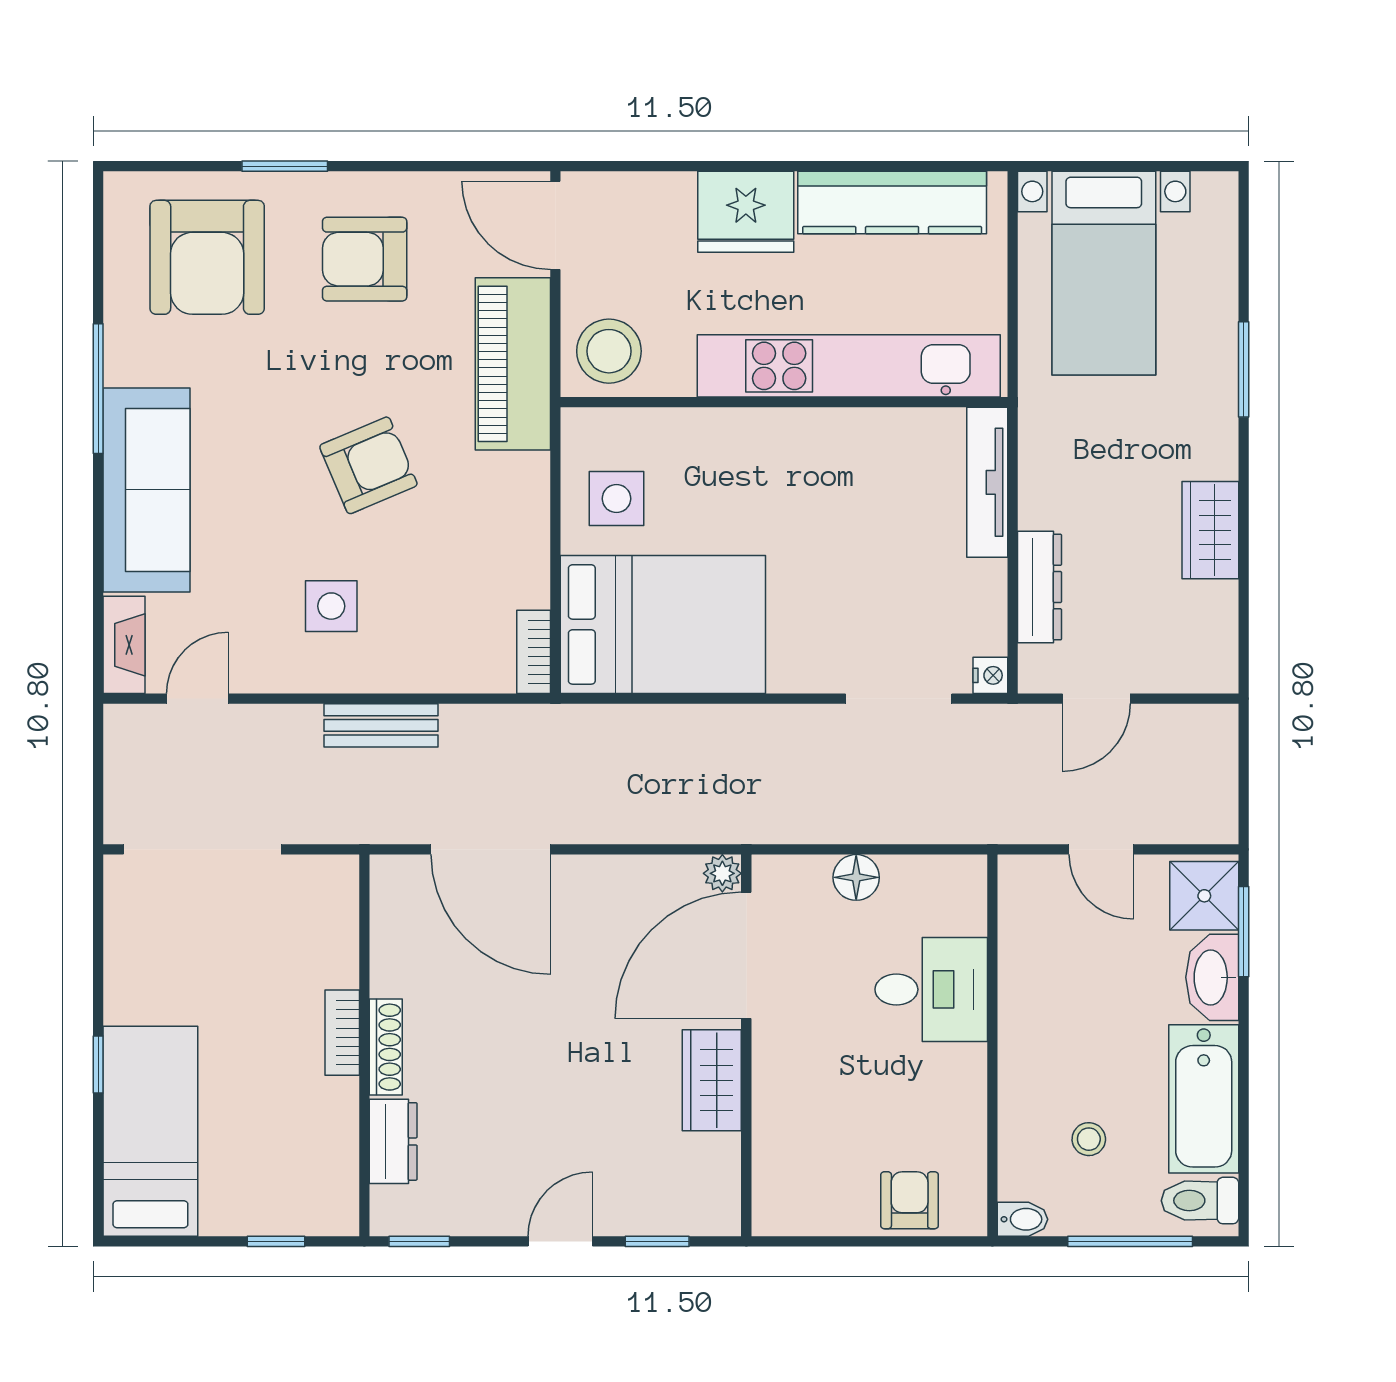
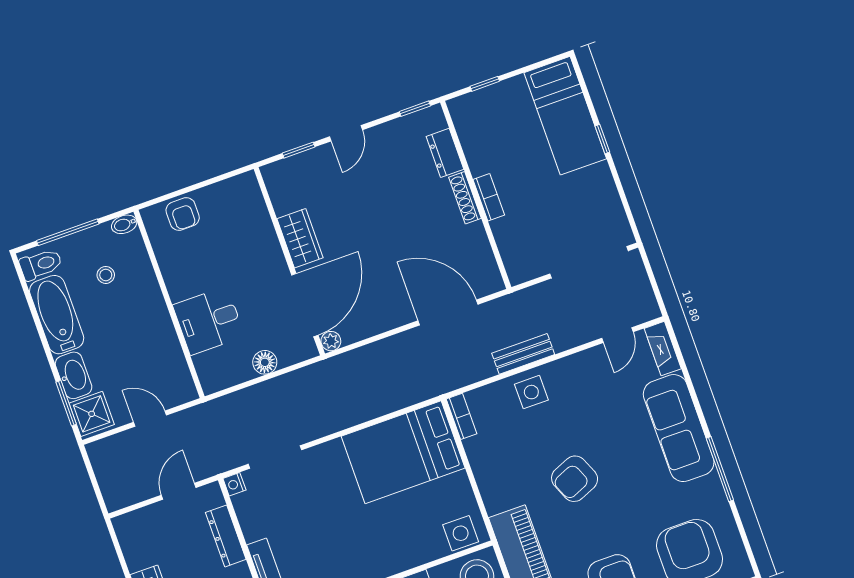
side table: (616, 499) -> (461, 533), moved
side table: (331, 606) -> (531, 392), moved

